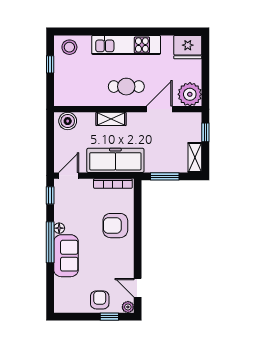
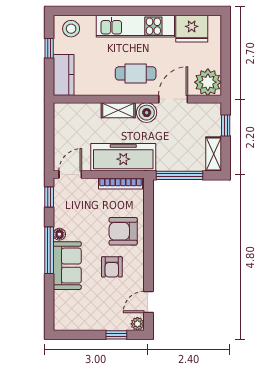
fridge: (188, 47) -> (192, 29), moved
kitchen counter: (63, 88) -> (64, 75), added
boiler: (68, 121) -> (147, 113), moved
window: (165, 176) -> (179, 175), width x1.44
door: (138, 288) -> (148, 302), hinge flipped
armchair: (100, 300) -> (112, 267), moved, turned 180

